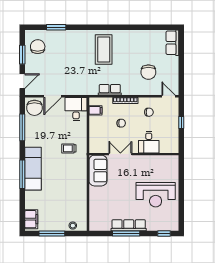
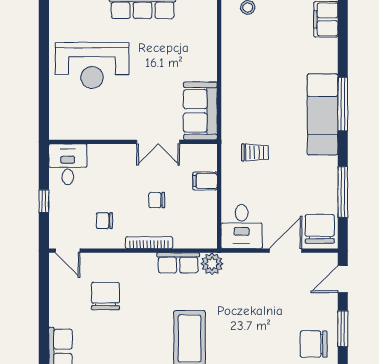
chair: (38, 47) -> (314, 344), turned 90
plant: (92, 89) -> (212, 264), added
filing cabinet: (96, 110) -> (205, 181), moved
desk: (149, 142) -> (68, 164), moved
reception desk: (156, 195) -> (92, 65), turned 180

